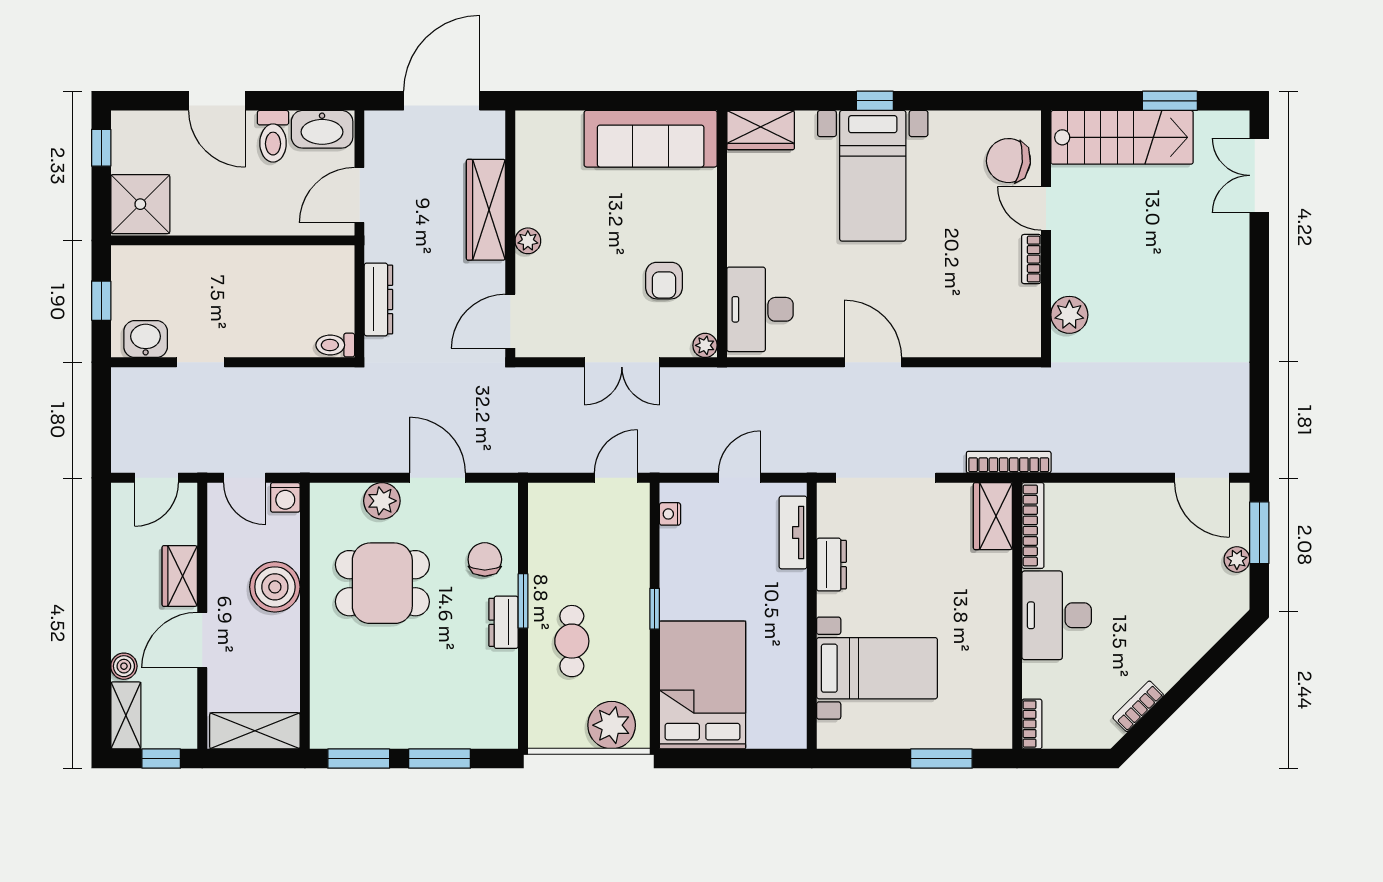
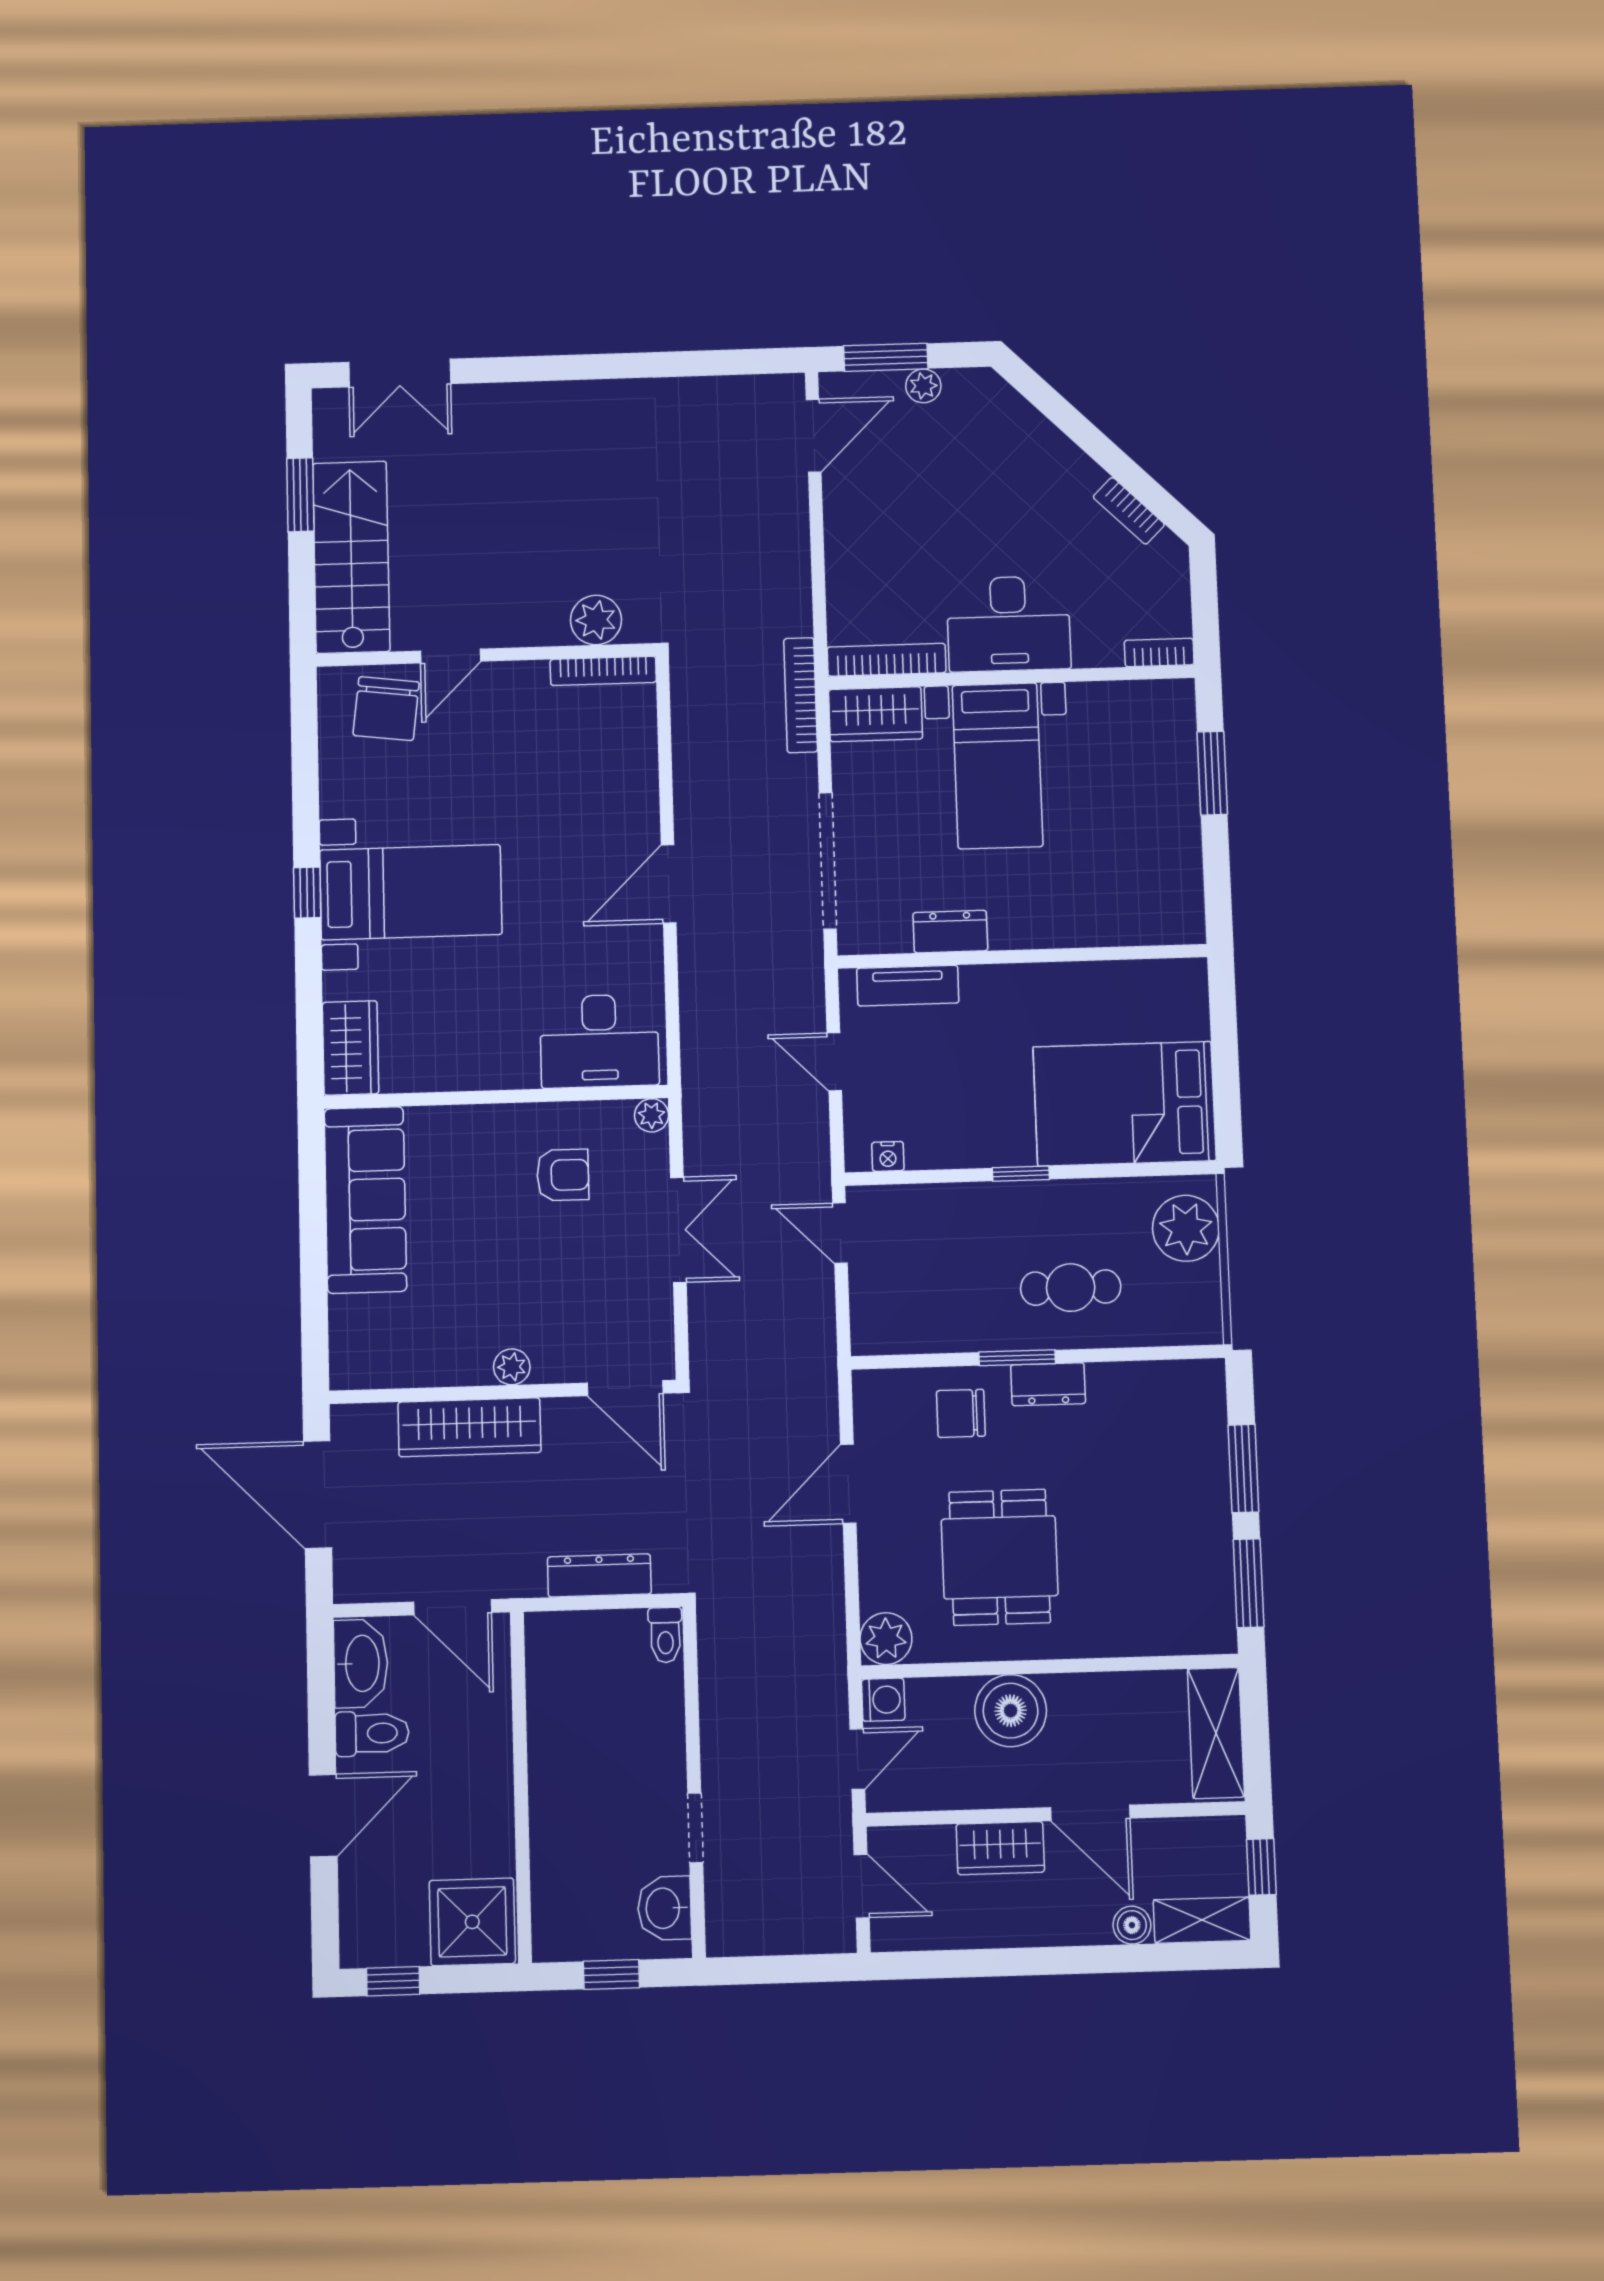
bookcase: (1031, 259) -> (603, 671), moved, width x1.56
plant: (382, 501) -> (886, 1639), moved
bed with nightstands: (877, 668) -> (998, 766), moved, turned 180

